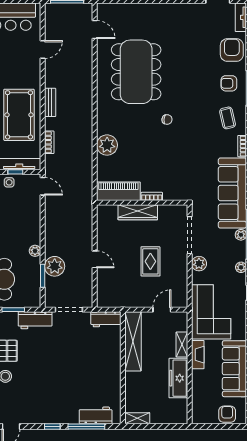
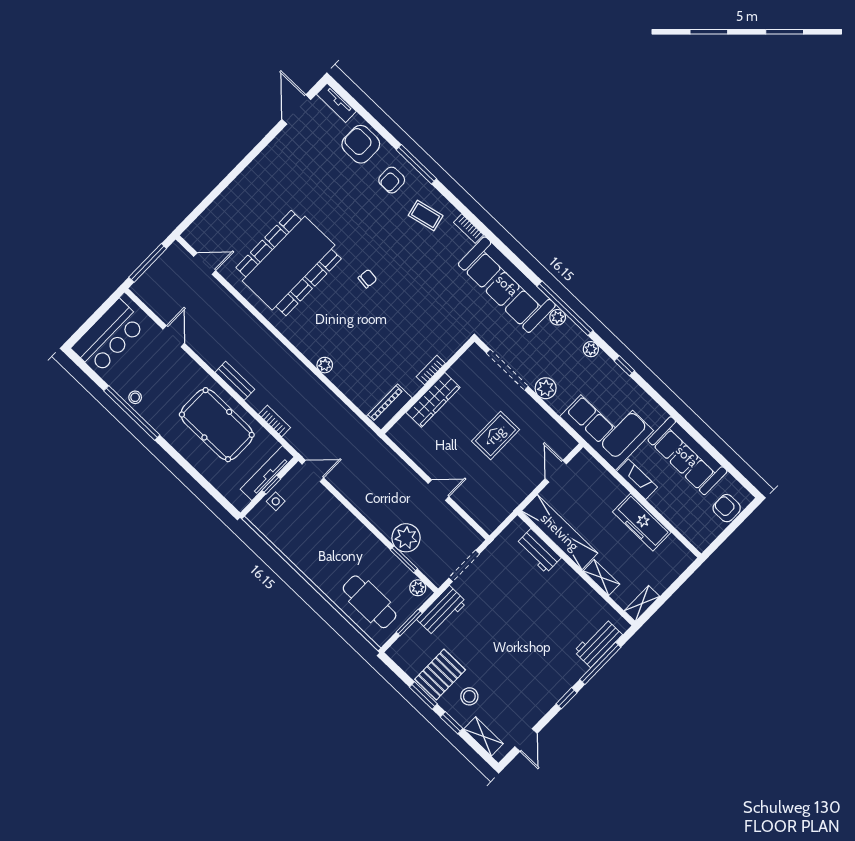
dining table: (136, 72) -> (289, 263), turned 90
plant: (107, 145) -> (325, 365), width x0.53, depth x0.53
piano: (118, 191) -> (389, 407), width x0.73, depth x0.75
plant: (35, 251) -> (418, 588), moved
rug: (150, 261) -> (496, 435), turned 90
workbench: (106, 319) -> (539, 551), moved, turned 90
shelving: (182, 344) -> (601, 577), moved

